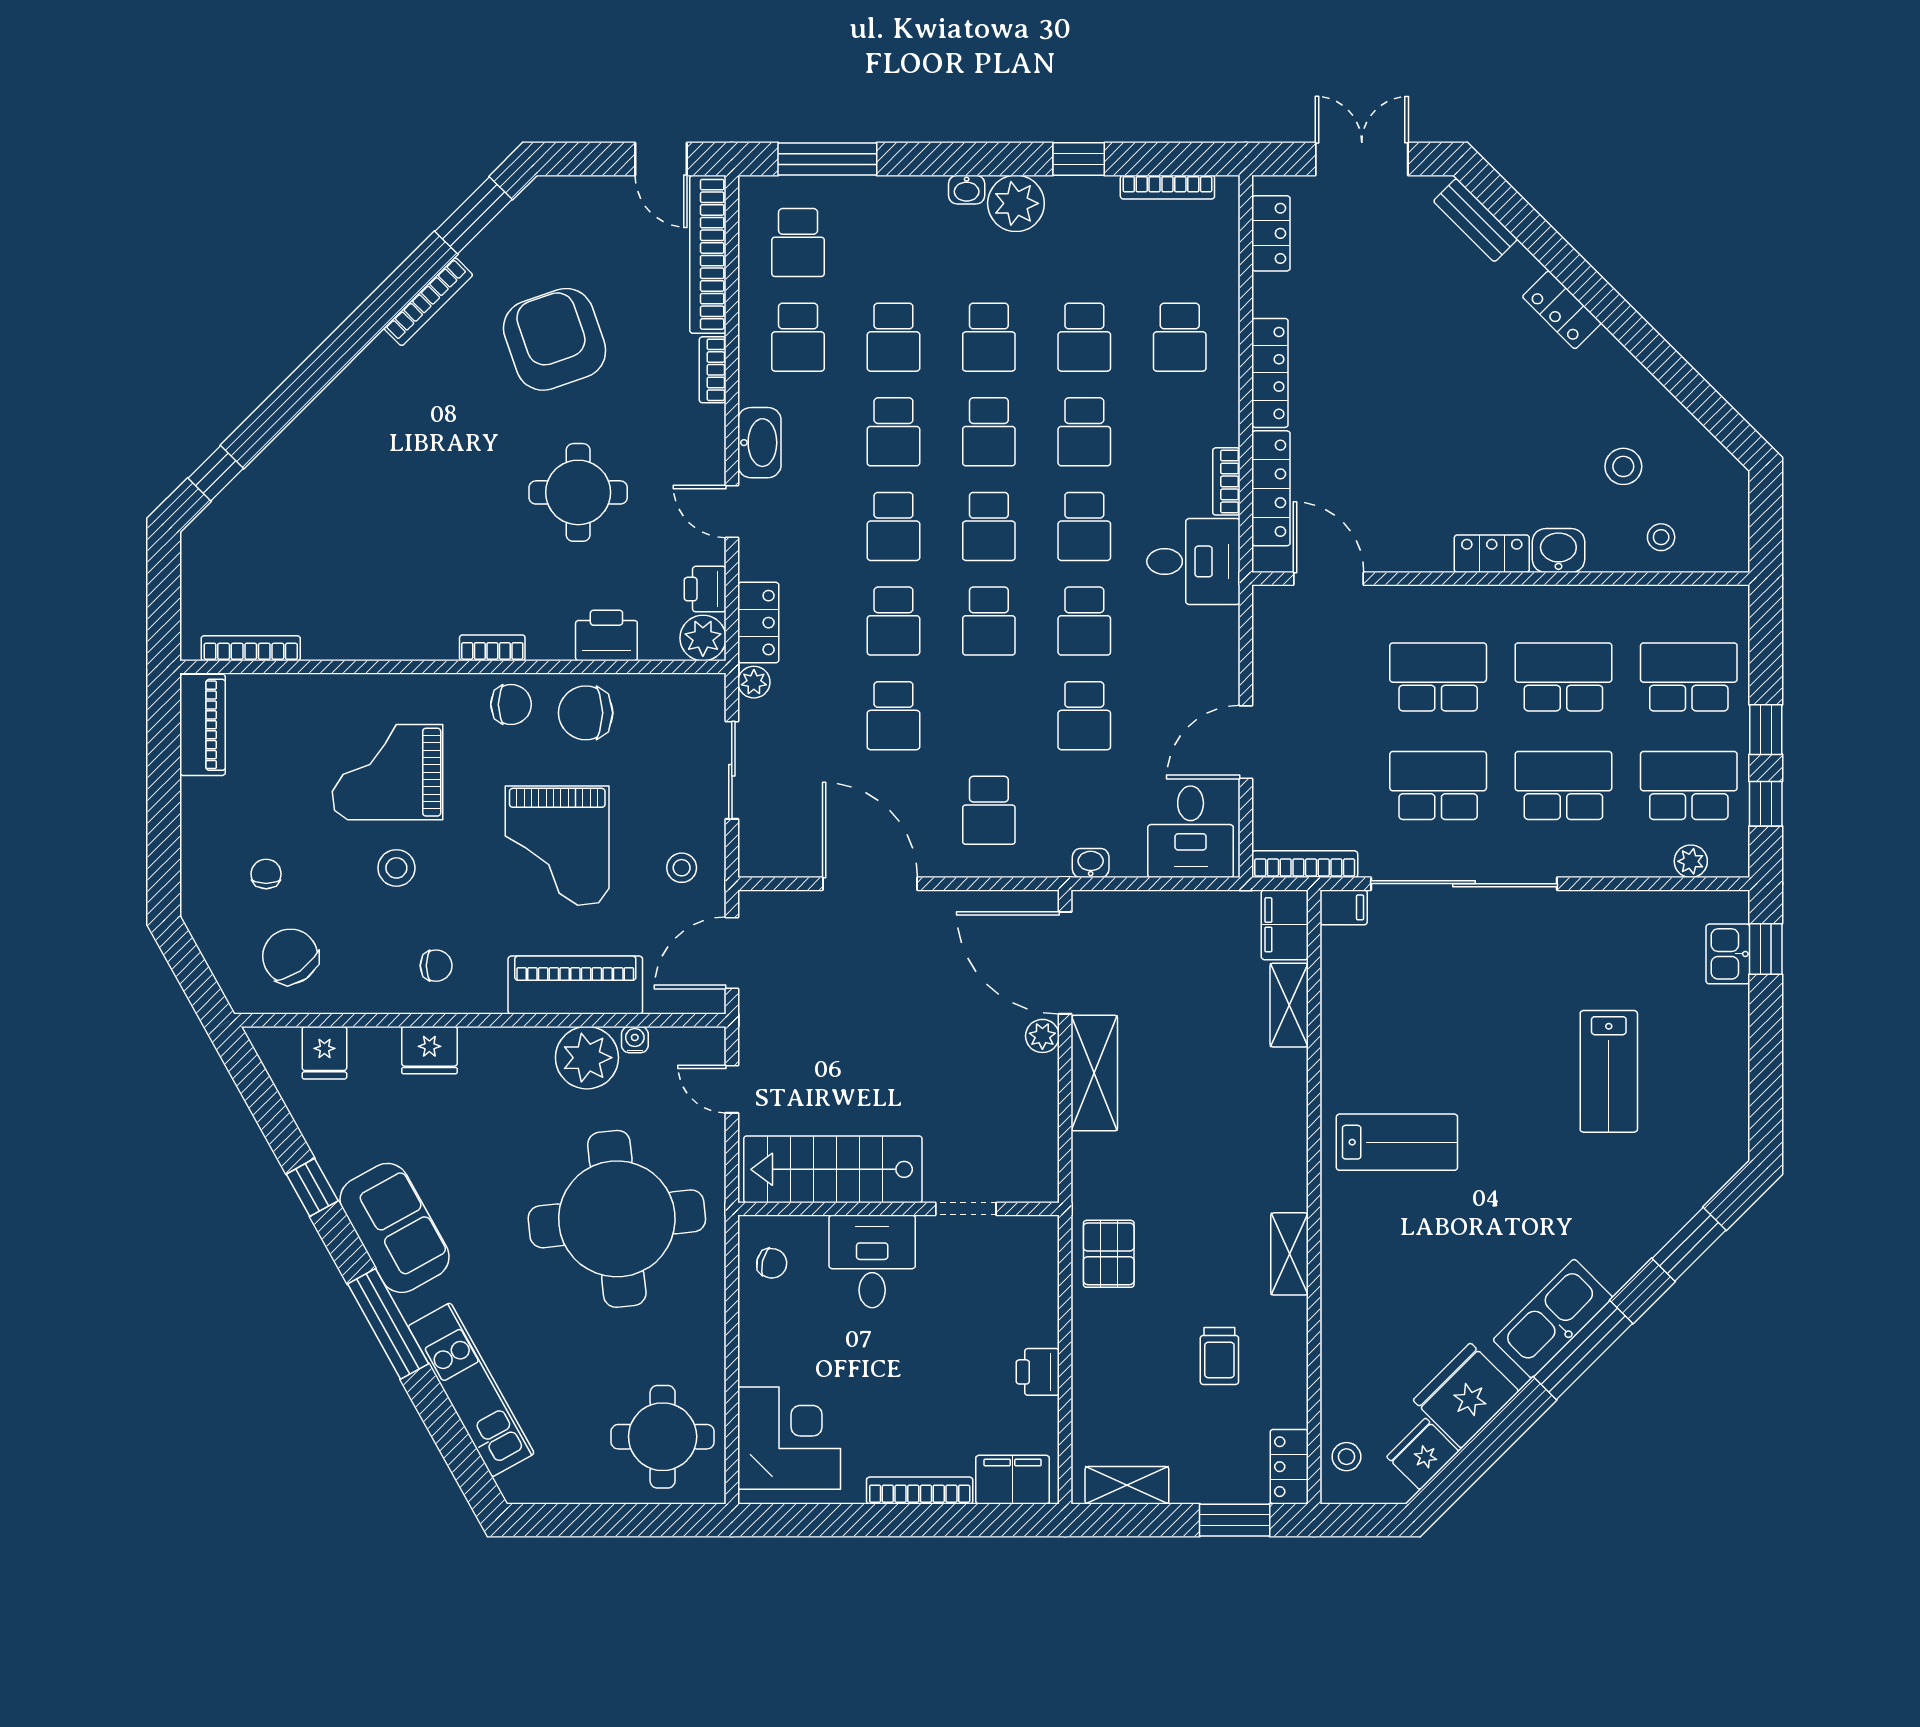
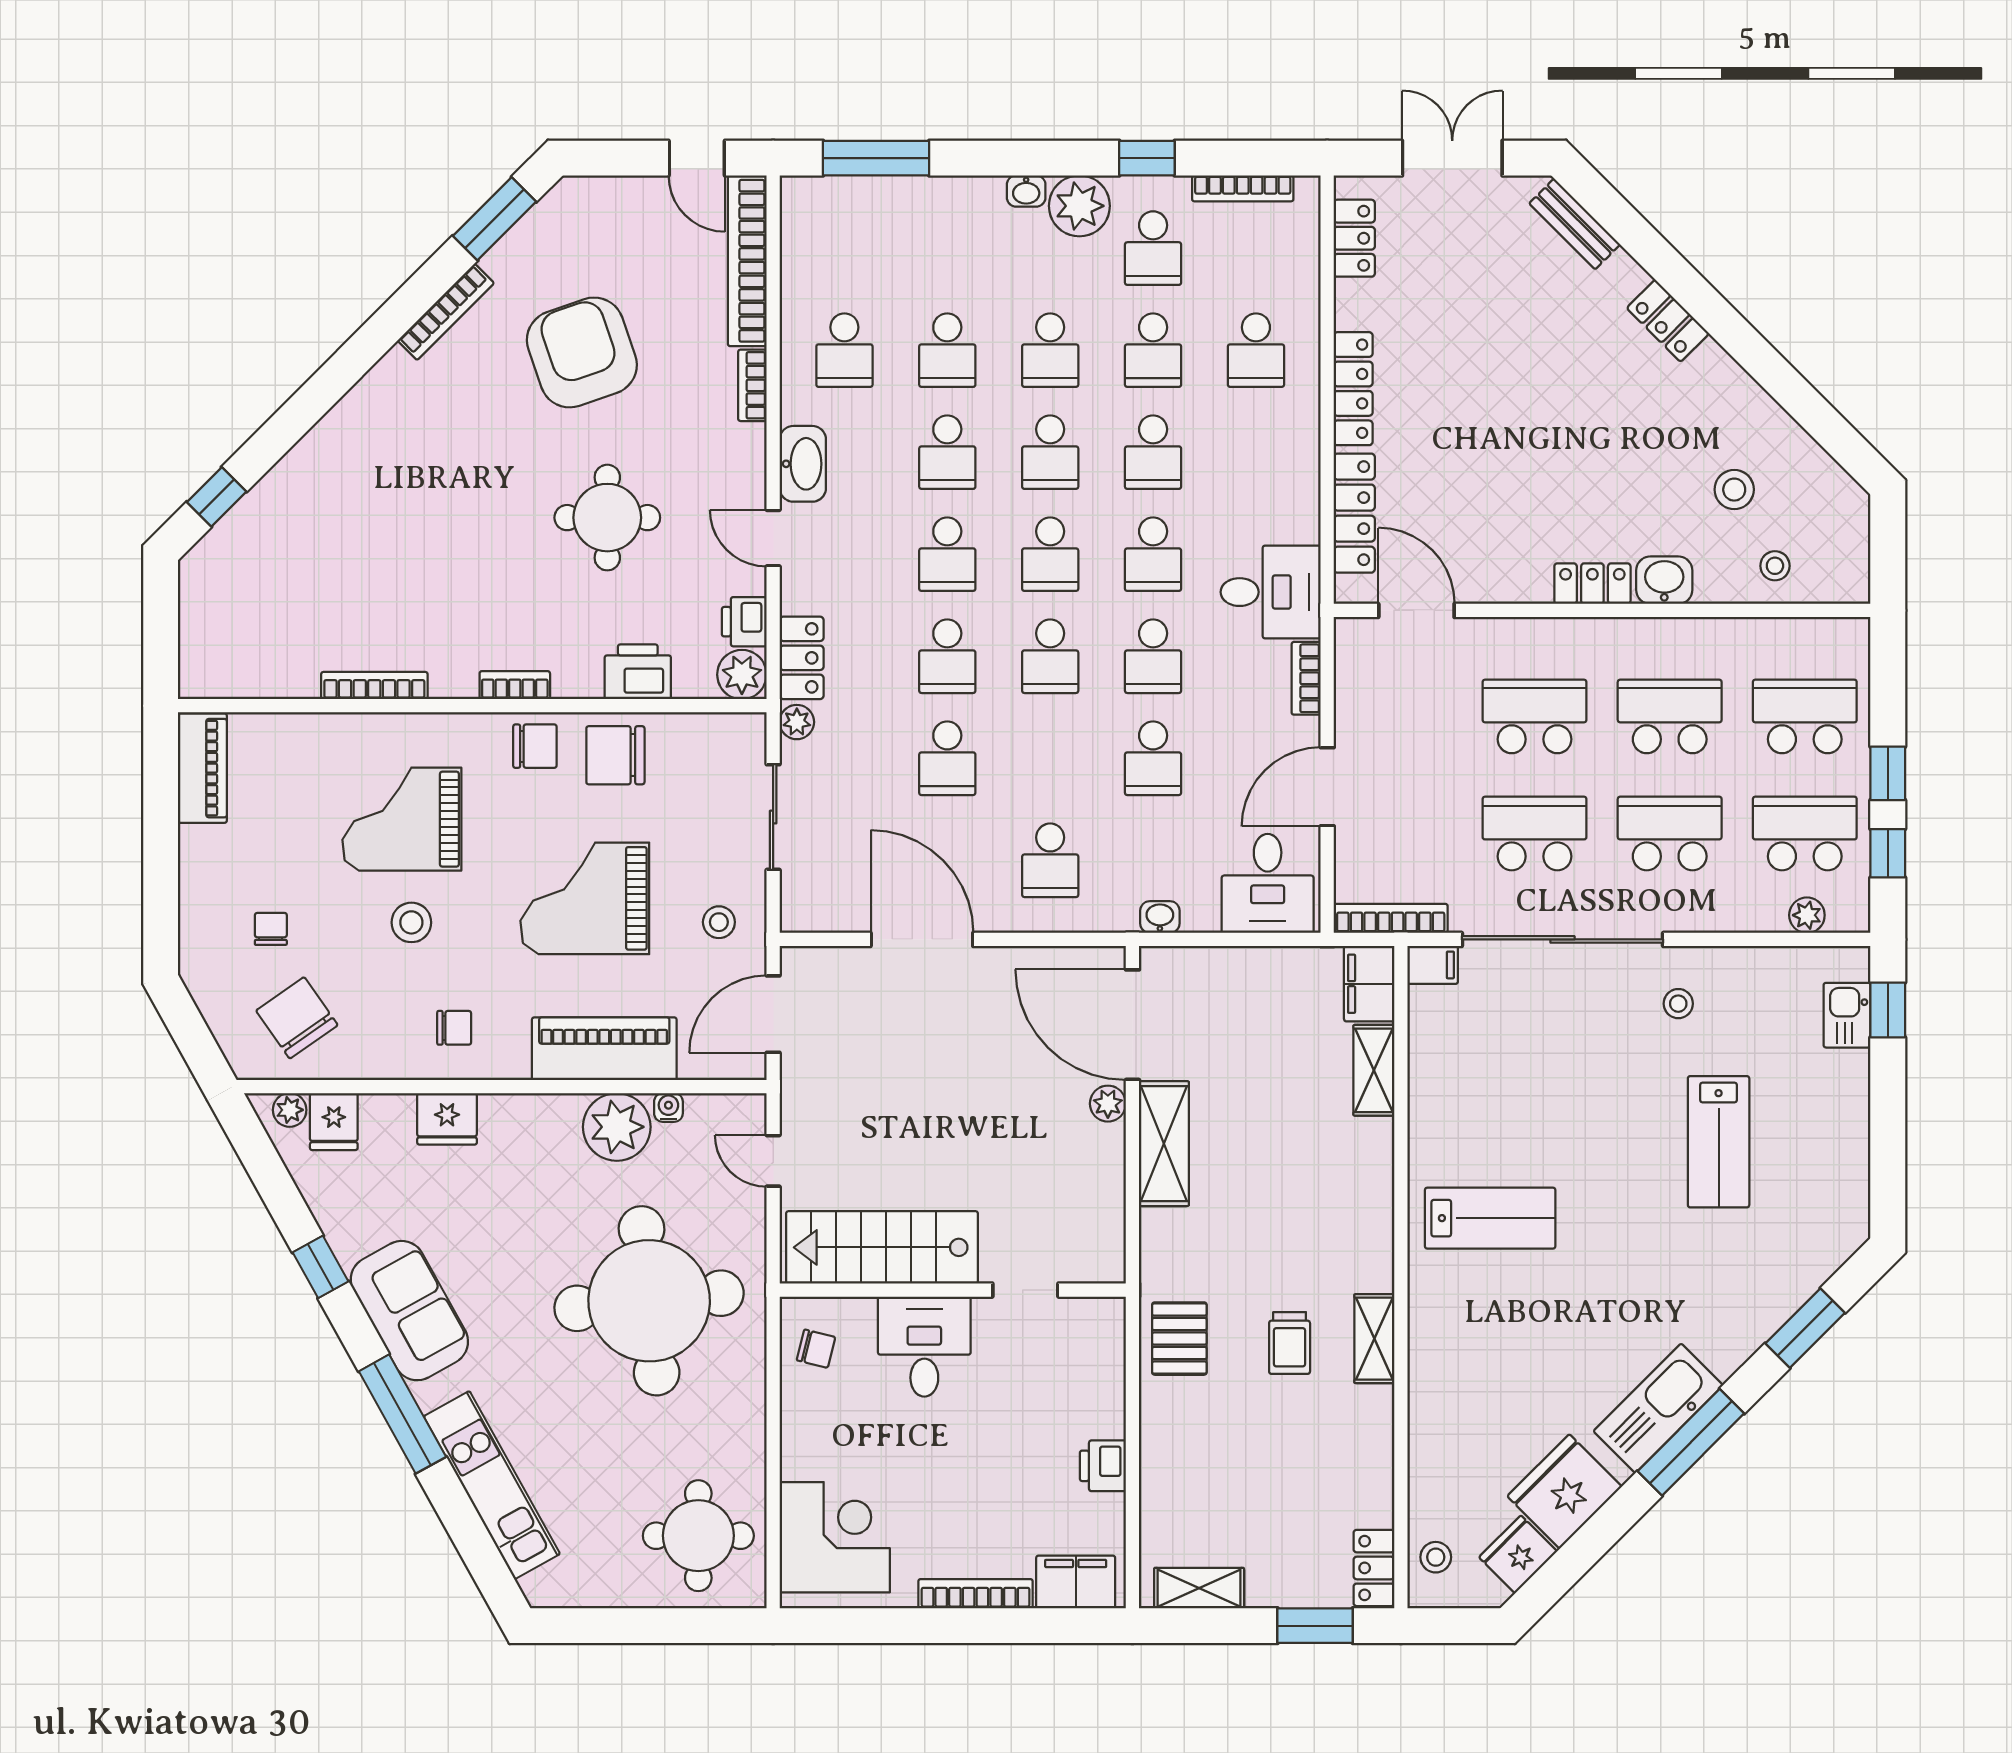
school desk: (798, 243) -> (1153, 248), moved
bookcase: (1226, 481) -> (1306, 678), moved
bookcase: (251, 648) -> (374, 686), moved
grand piano: (557, 846) -> (585, 898), turned 90
stool: (1571, 943) -> (1678, 1004), added
plant: (283, 1042) -> (290, 1110), added
trolley: (1219, 1356) -> (1290, 1343), moved

